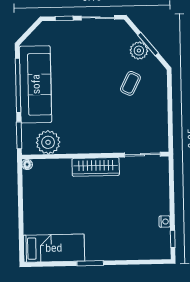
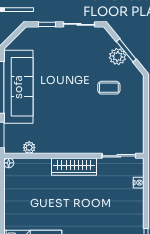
coffee table: (130, 83) -> (109, 88), turned 63
plant: (48, 142) -> (29, 148), width x0.53, depth x0.53
nightstand: (165, 222) -> (139, 183), moved

